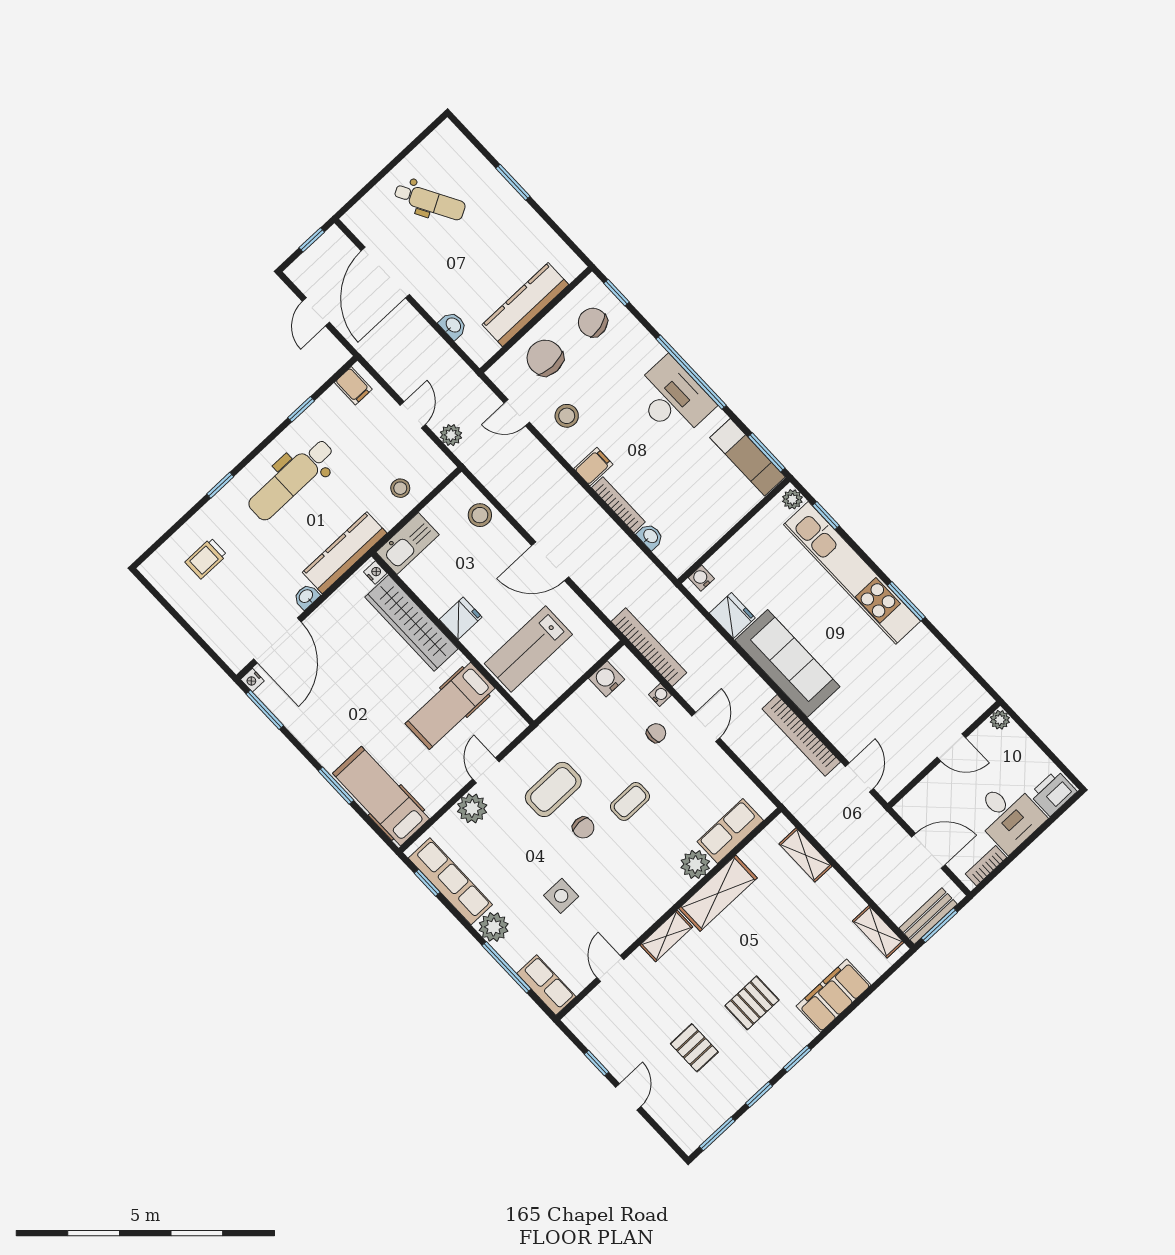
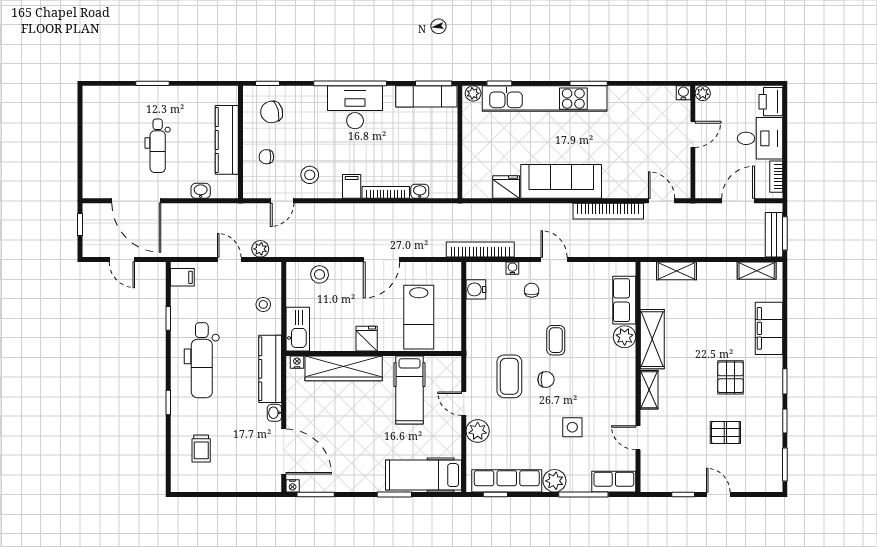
dental chair: (430, 201) -> (158, 146), moved, turned 119
chair: (545, 358) -> (266, 157), width x0.54, depth x0.54
water cooler: (701, 578) -> (683, 93), moved, turned 90

